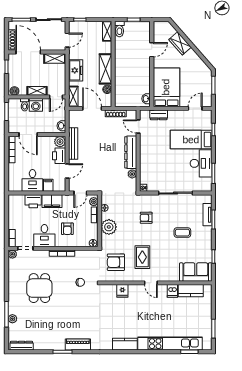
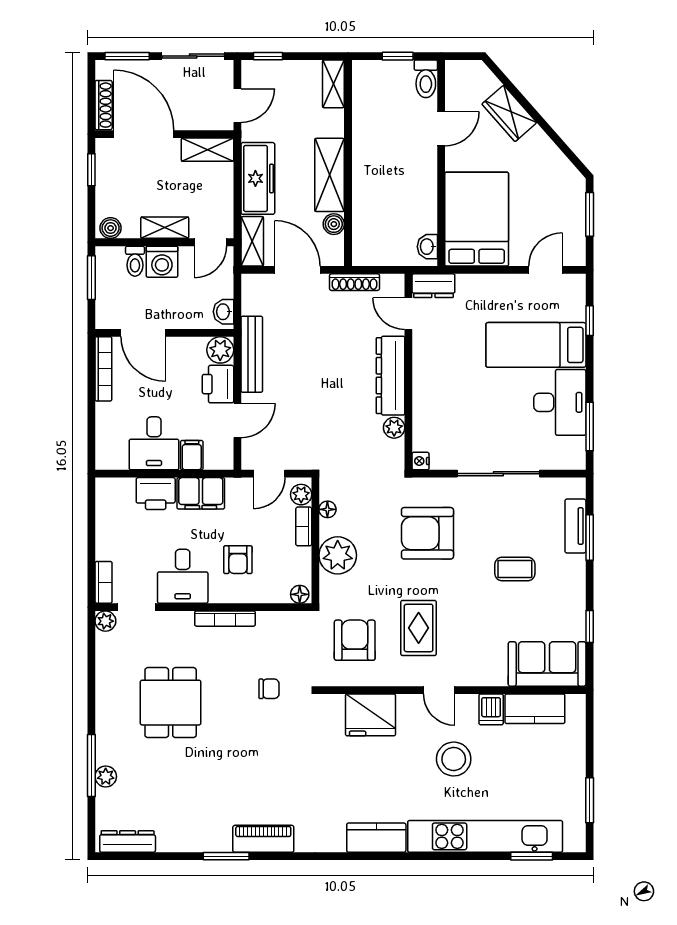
toilet: (119, 29) -> (426, 79), moved
freezer: (76, 70) -> (258, 178), width x1.40
dresser: (159, 115) -> (433, 286), moved
armchair: (146, 218) -> (427, 533), width x1.88, depth x1.88
armchair: (116, 262) -> (355, 640), turned 90
fridge: (122, 291) -> (371, 715), width x1.88, depth x1.34
stool: (157, 311) -> (454, 759), added

